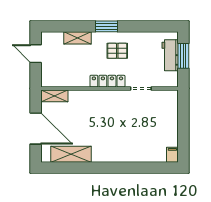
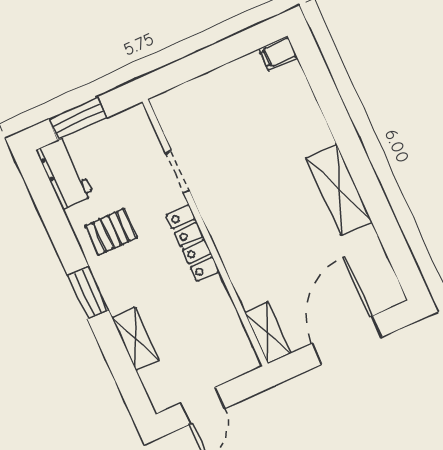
pallet: (117, 51) -> (111, 232), moved, turned 90
workbench: (170, 55) -> (65, 173), moved, turned -90
shelving: (71, 154) -> (339, 190), moved

